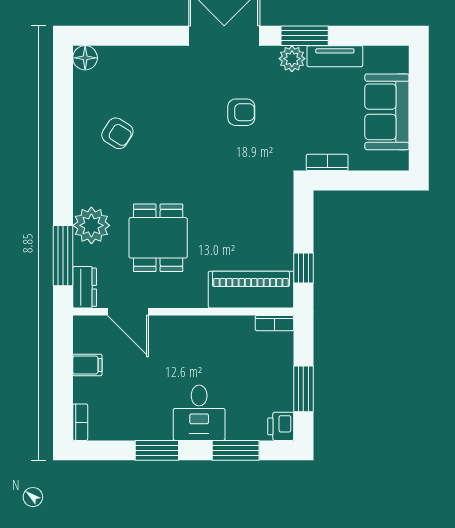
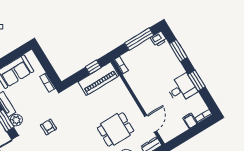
piano: (251, 290) -> (98, 79), moved, turned -90
filing cabinet: (87, 365) -> (190, 121), moved
window: (303, 389) -> (139, 39), width x1.44
desk: (199, 413) -> (182, 88), moved

